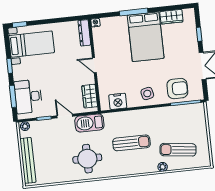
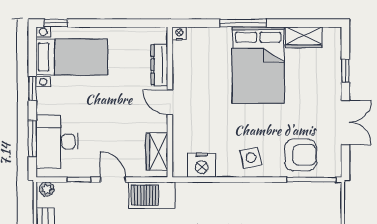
dresser: (84, 33) -> (159, 65), moved

